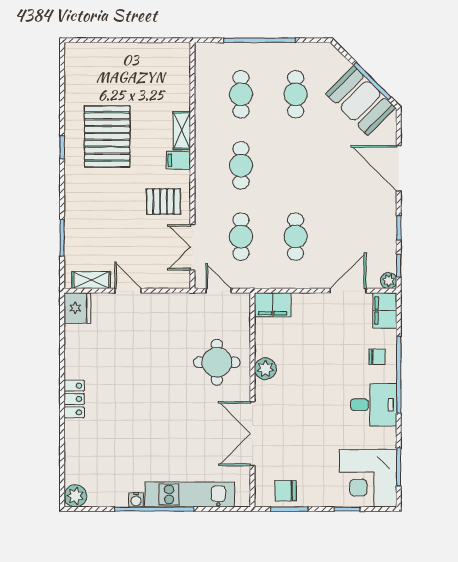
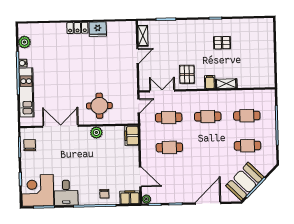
pallet: (107, 136) -> (222, 43), width x0.49, depth x0.50
fridge: (77, 308) -> (98, 29), moved
desk: (374, 405) -> (66, 193), moved
plant: (75, 496) -> (24, 42), moved

